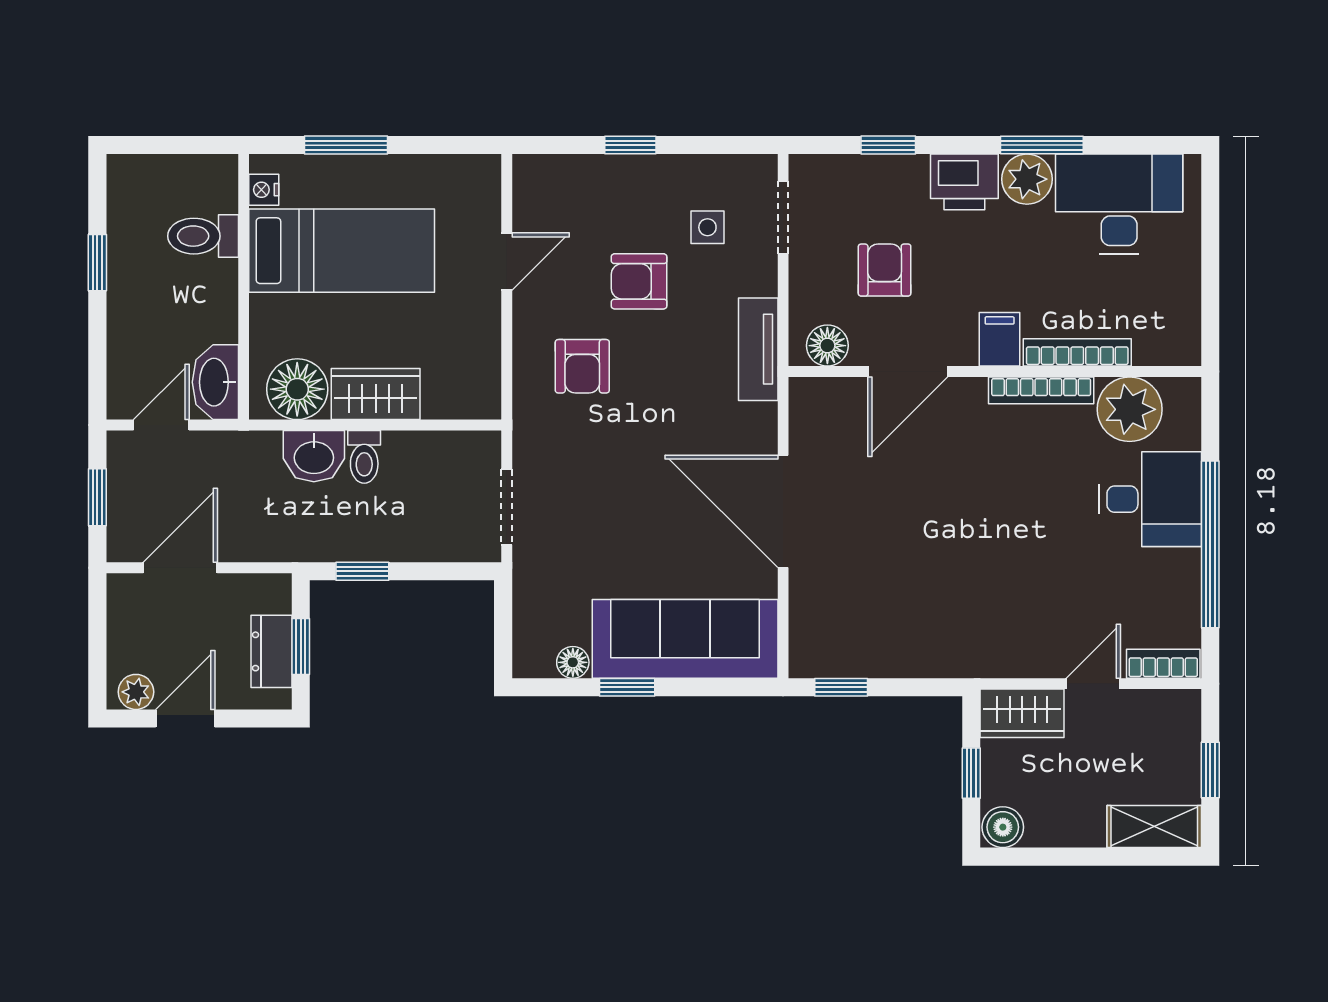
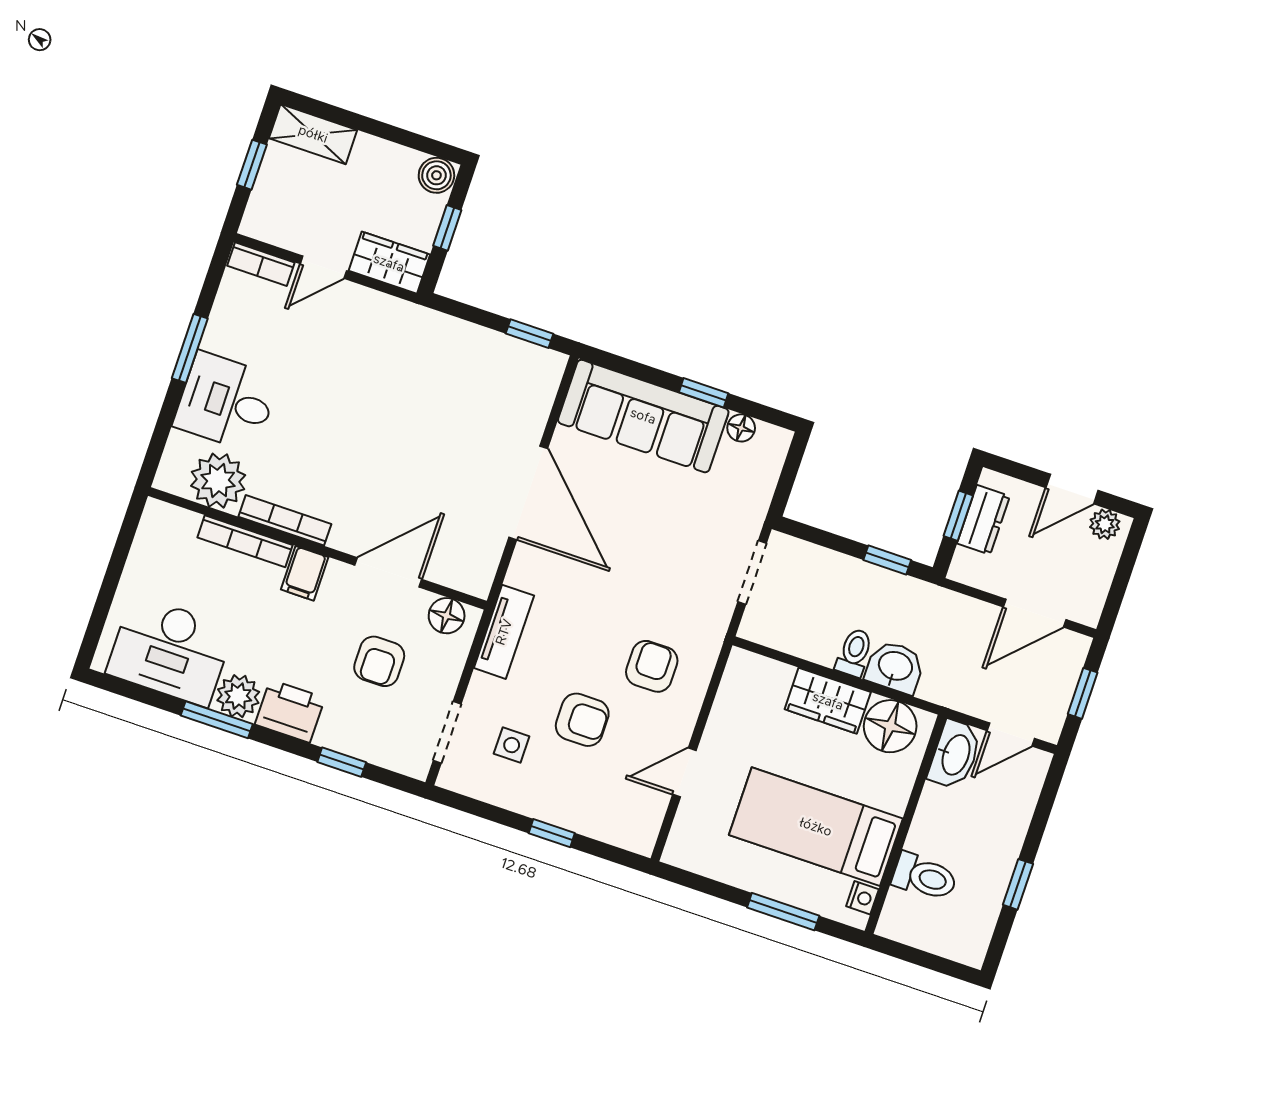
window: (1210, 544) -> (190, 348), width x0.47

